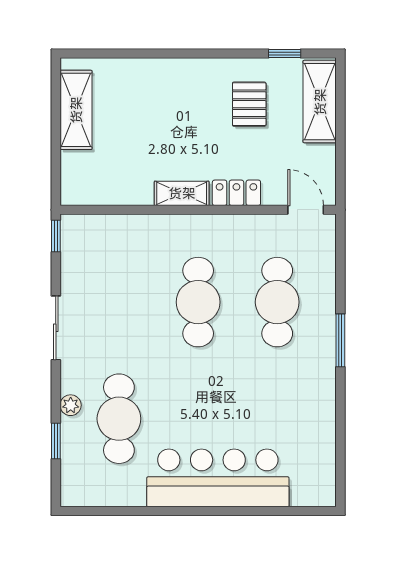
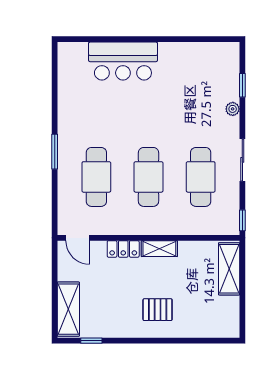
pallet: (249, 104) -> (158, 310), moved, turned 90
shelving: (76, 110) -> (229, 269), moved
cafe table: (119, 419) -> (201, 177), moved
bar counter: (218, 478) -> (123, 61), width x0.73

